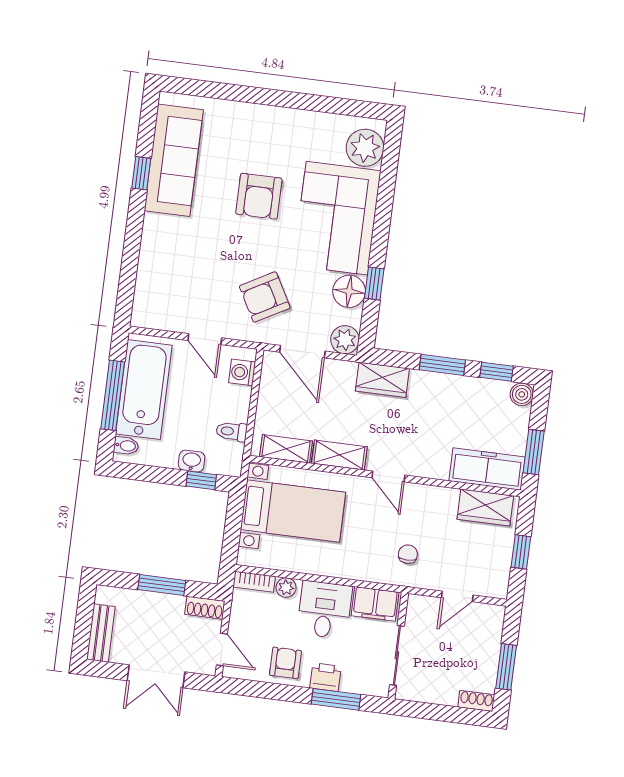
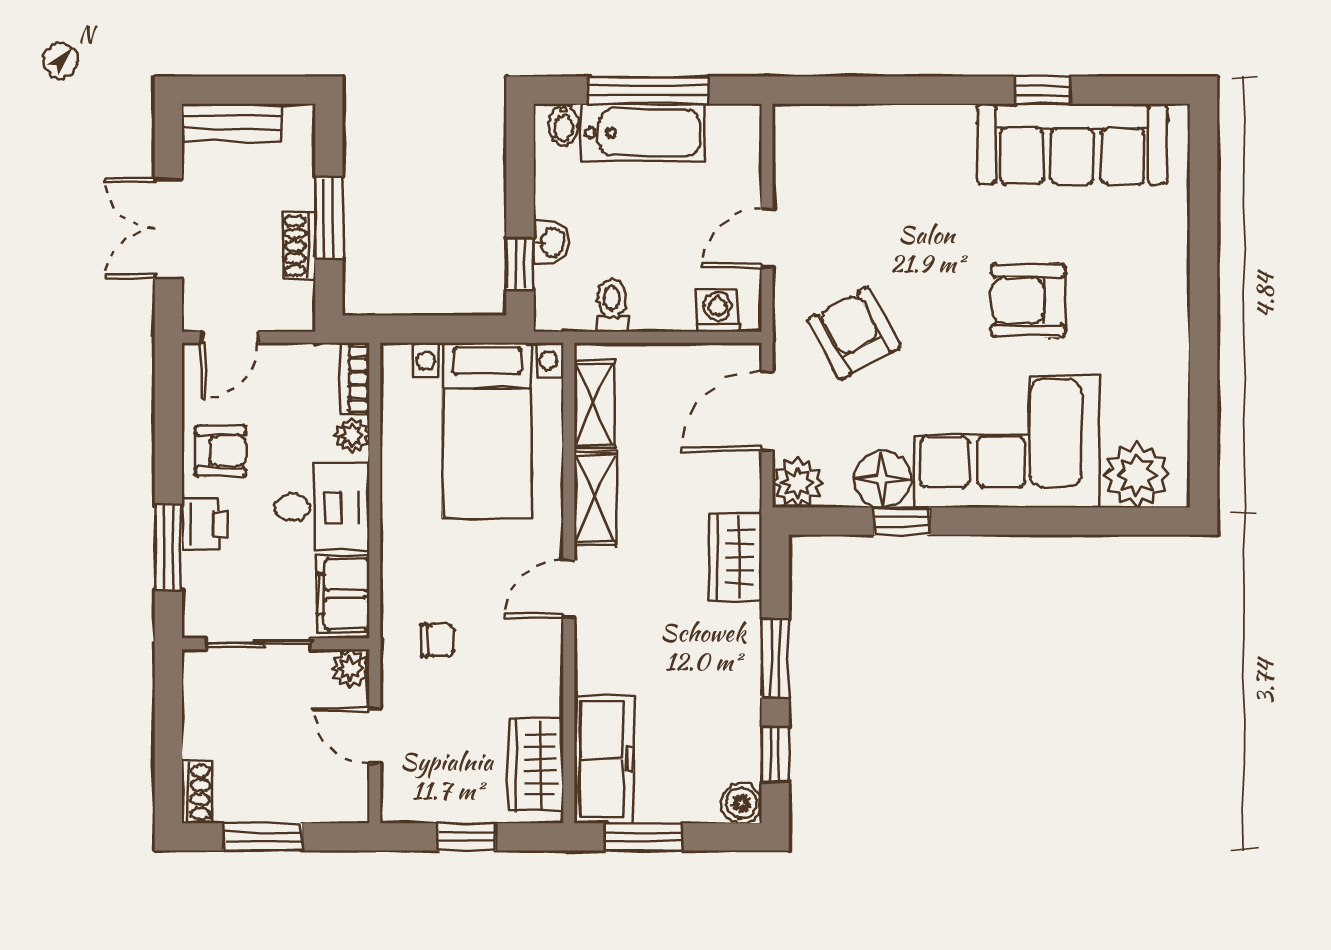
bathtub: (144, 390) -> (643, 133), width x0.73, depth x0.73
plant: (417, 605) -> (350, 668), added
shoe rack: (205, 608) -> (299, 246), moved

